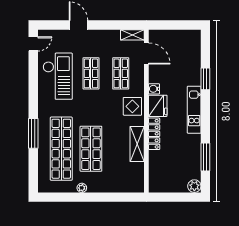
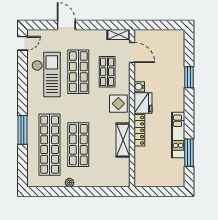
shop shelf: (91, 73) -> (78, 72), width x1.43, depth x1.36
kitchen unit: (194, 110) -> (178, 135), moved
plant: (194, 186) -> (178, 181), removed

